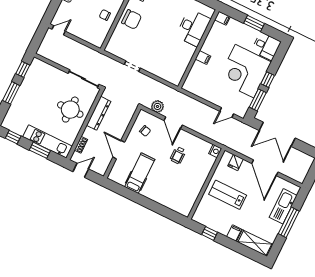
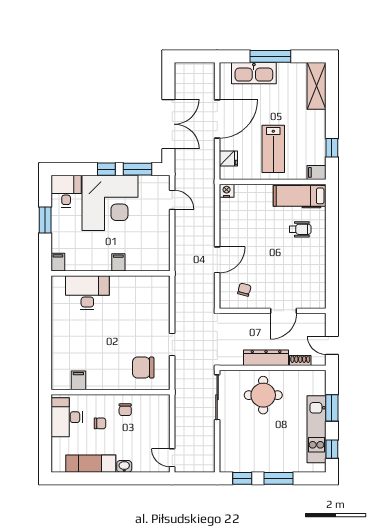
chair: (132, 19) -> (143, 368), moved, turned -90
plant: (157, 106) -> (206, 289), removed
dresser: (99, 113) -> (266, 358), moved
kitchen unit: (48, 142) -> (316, 429), moved
wheelchair: (178, 155) -> (300, 229), moved
hospital bed: (140, 173) -> (300, 196), moved
filing cabinet: (234, 233) -> (317, 172), moved

